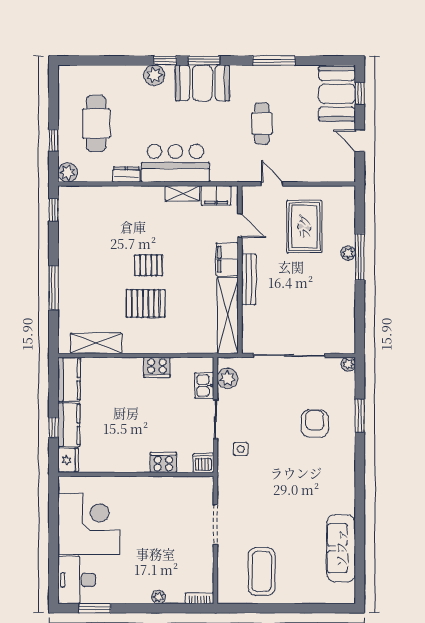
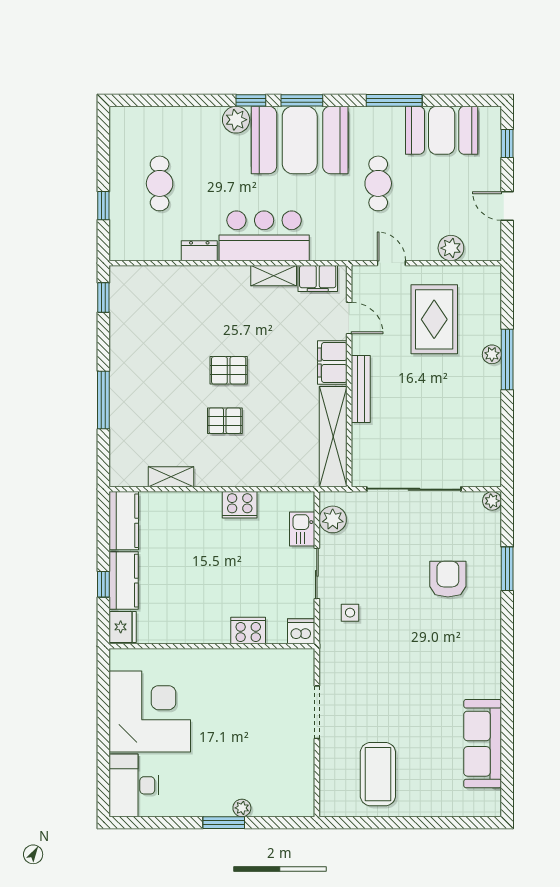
booth: (202, 83) -> (300, 140), width x1.36, depth x1.42
booth: (337, 94) -> (442, 130), moved, turned 90
cafe table: (96, 124) -> (160, 183), width x0.73, depth x0.74
plant: (68, 172) -> (451, 248), moved
pallet: (146, 303) -> (225, 421), width x0.67, depth x0.71
shelving: (96, 343) -> (171, 477), width x0.67, depth x0.75
bookcase: (200, 598) -> (296, 809), removed
window: (95, 608) -> (224, 823), moved

